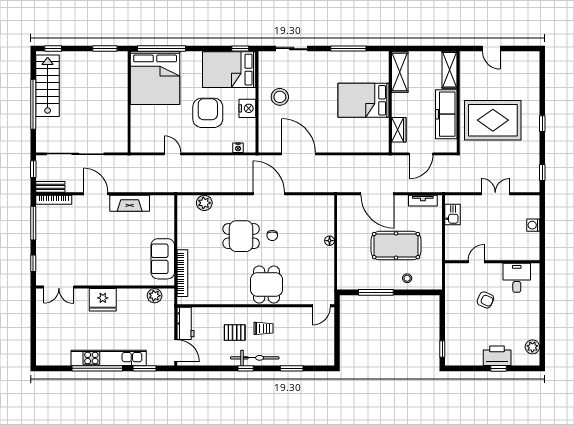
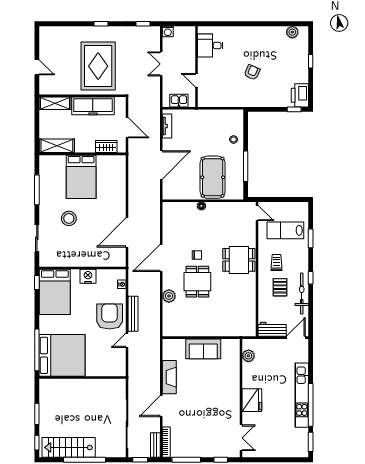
window: (105, 49) -> (37, 414), moved
door: (491, 49) -> (37, 67), hinge flipped
stool: (280, 97) -> (69, 218), moved
armchair: (208, 113) -> (110, 316), moved, turned 90
bench: (204, 161) -> (133, 314), added
plant: (204, 203) -> (169, 296), moved
washing machine: (533, 225) -> (168, 31), moved
pool table: (396, 246) -> (213, 177), moved
sofa: (163, 259) -> (203, 349), moved
door: (476, 262) -> (197, 80), moved
wall: (492, 262) -> (197, 67), moved
bookcase: (182, 273) -> (229, 332), removed
desk: (517, 278) -> (210, 45), moved
lab bench: (301, 339) -> (285, 230), added
printer: (497, 356) -> (300, 95), moved
bicycle: (255, 358) -> (302, 294), moved
window: (144, 368) -> (311, 442), moved

